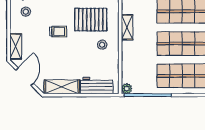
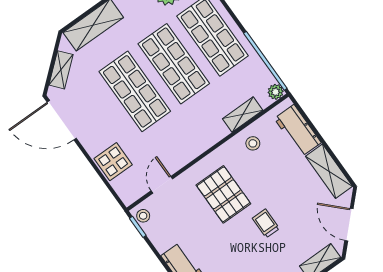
shelving: (127, 27) -> (243, 114), moved
stool: (102, 45) -> (253, 143), moved
door: (25, 77) -> (349, 225), hinge flipped

